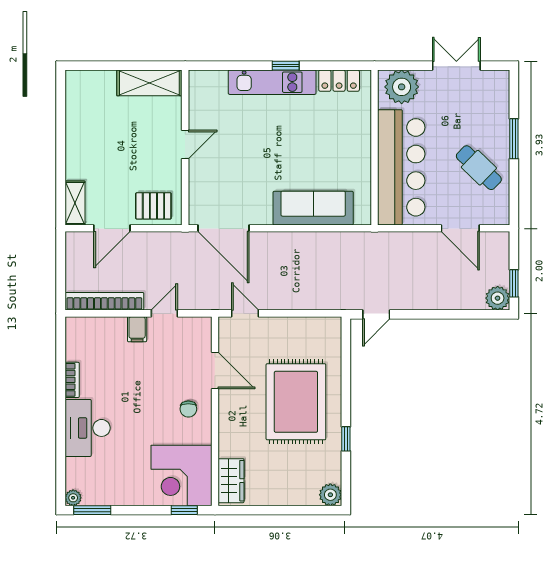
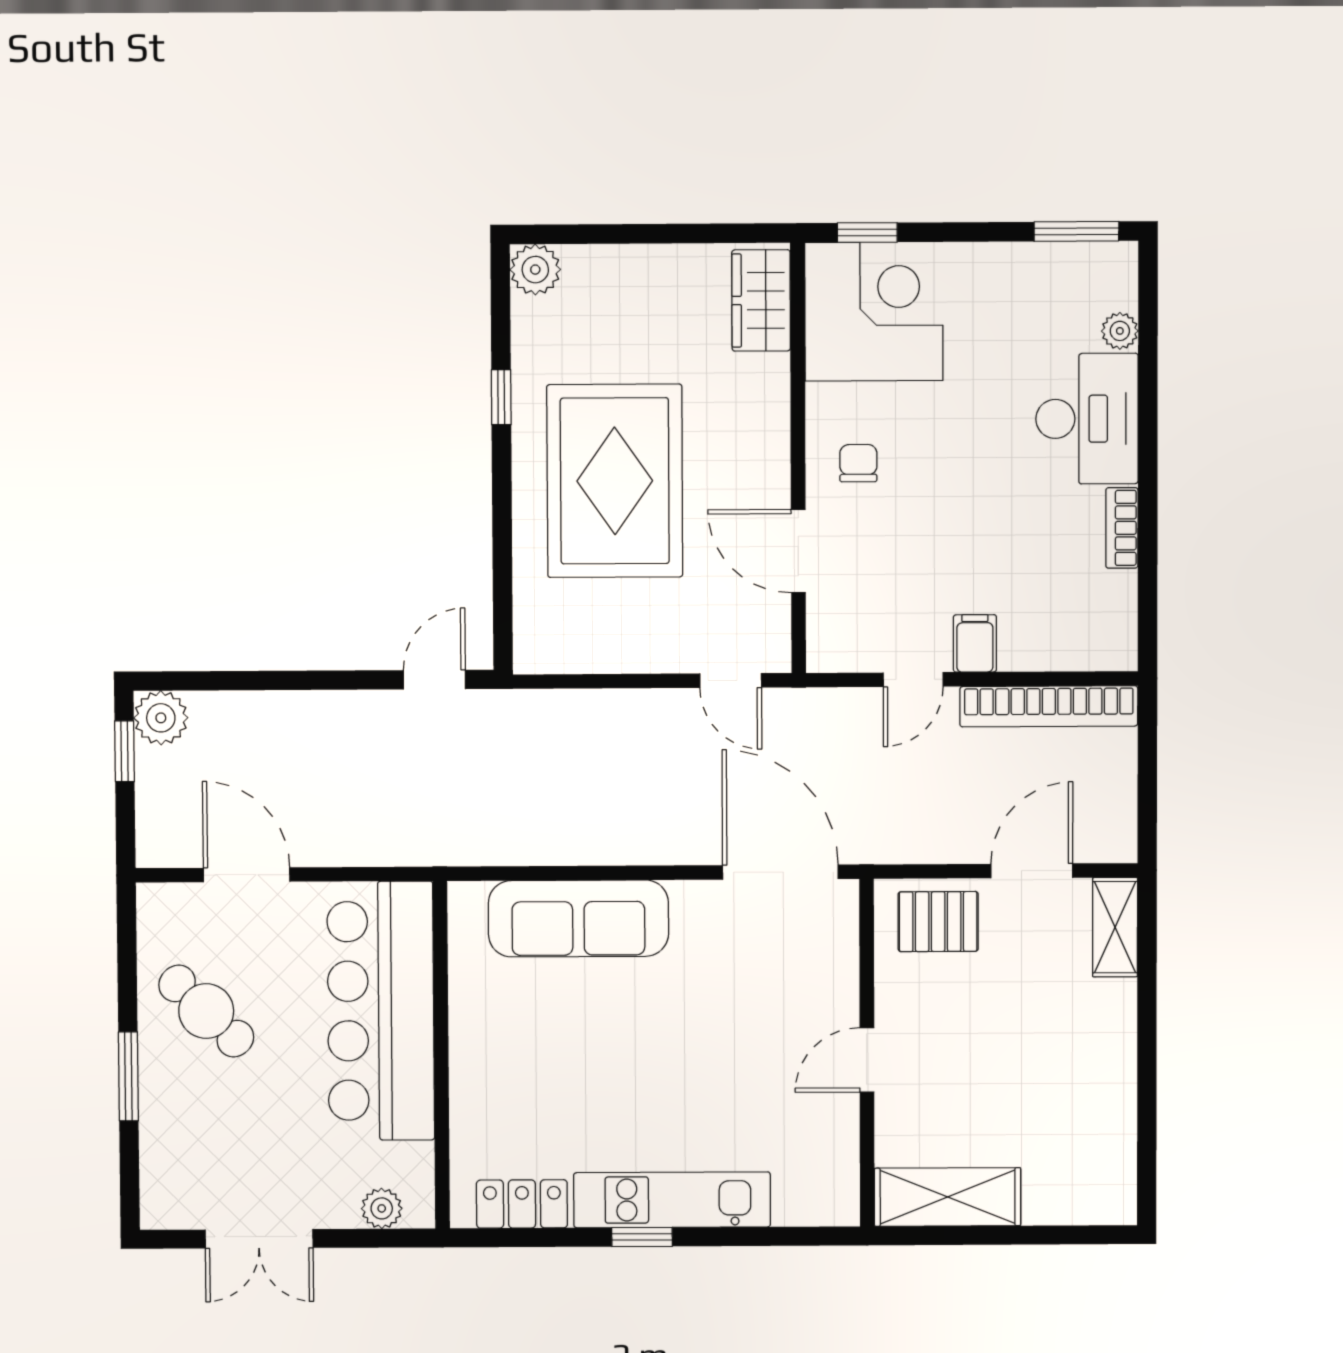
plant: (402, 87) -> (382, 1208), width x0.53, depth x0.53
plant: (73, 498) -> (1120, 331), moved

